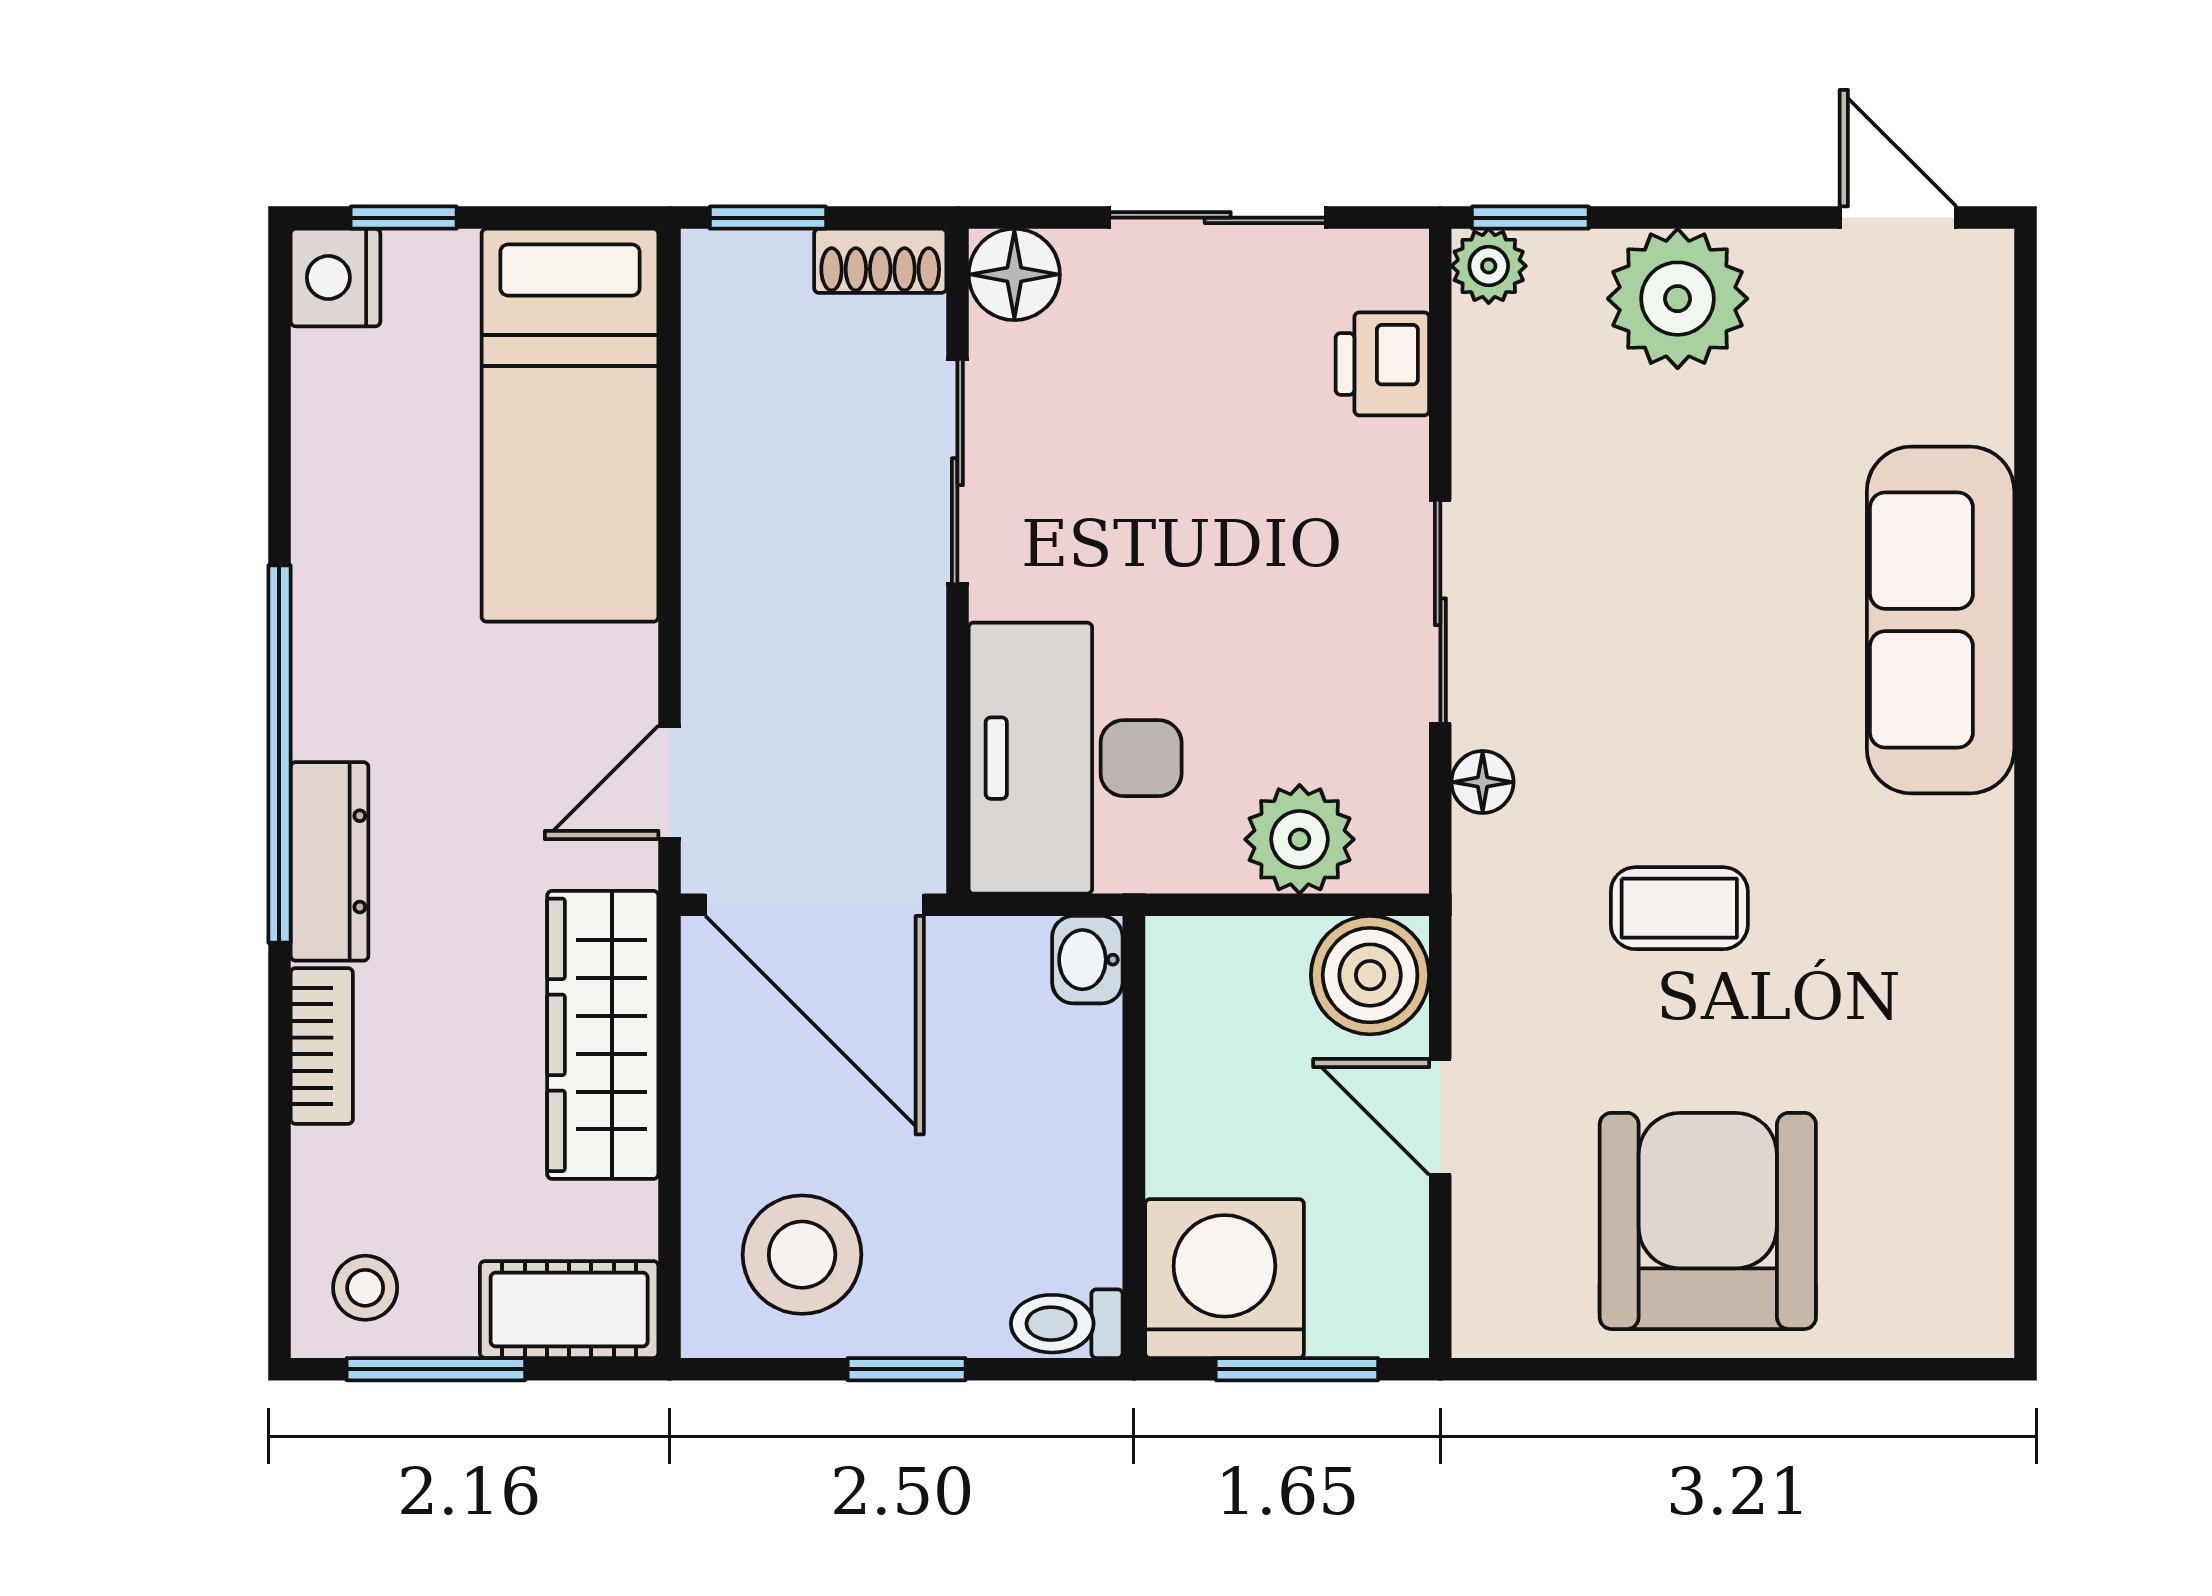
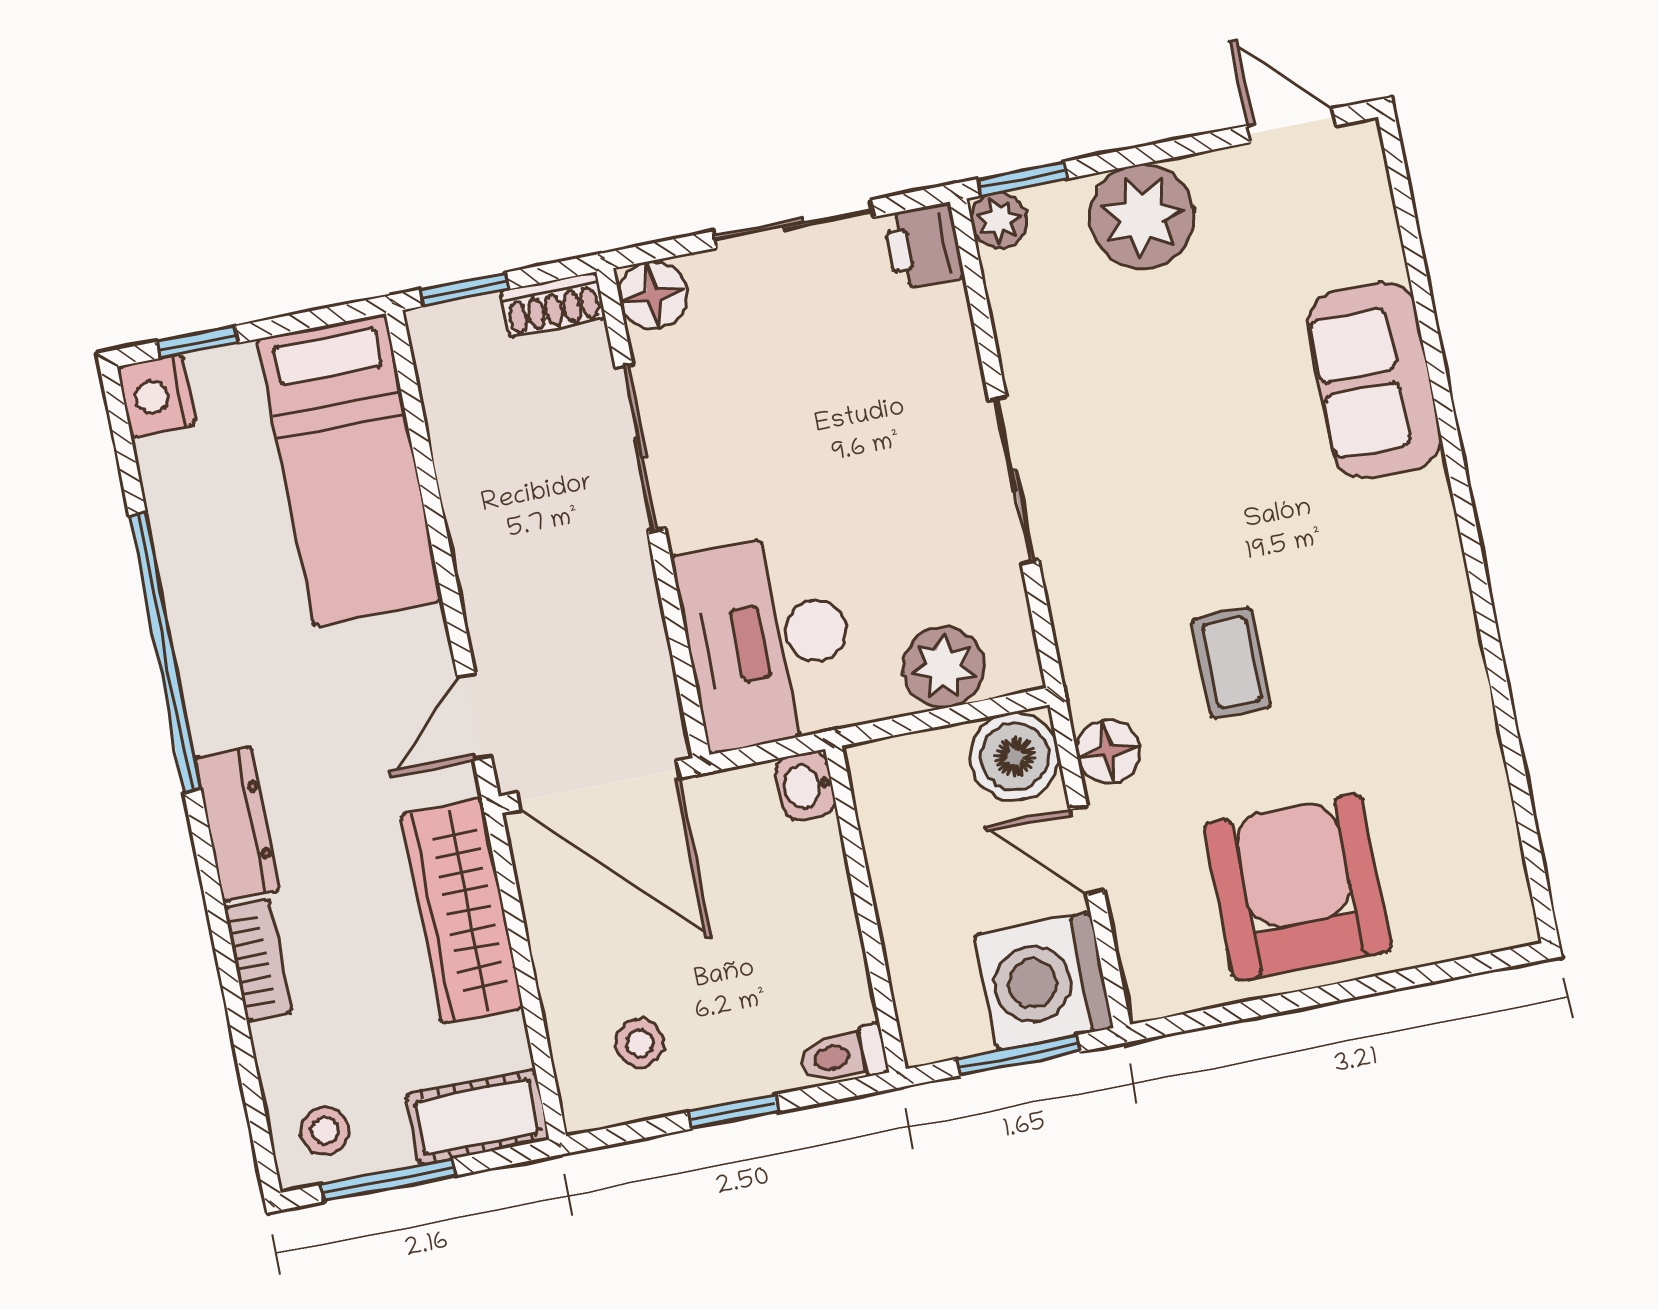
printer: (1382, 364) -> (923, 246), moved
sofa: (1941, 620) -> (1374, 380), width x0.73
window: (279, 754) -> (165, 652), moved
floor lamp: (1483, 782) -> (1108, 751), moved, width x1.37, depth x1.37
coffee table: (1679, 908) -> (1231, 663), turned 90
stool: (802, 1255) -> (640, 1043), width x0.53, depth x0.53
washing machine: (1224, 1279) -> (1044, 981), moved, turned -90

